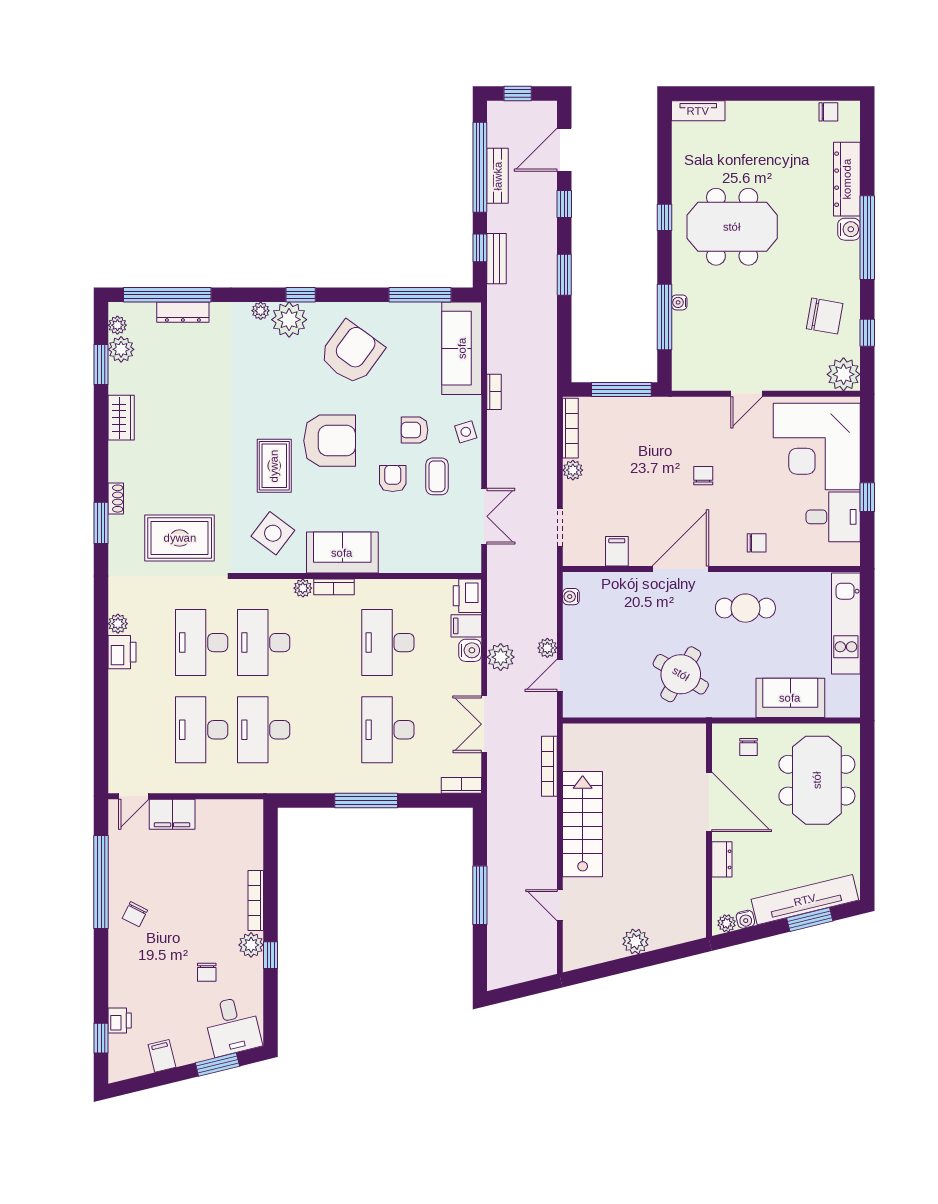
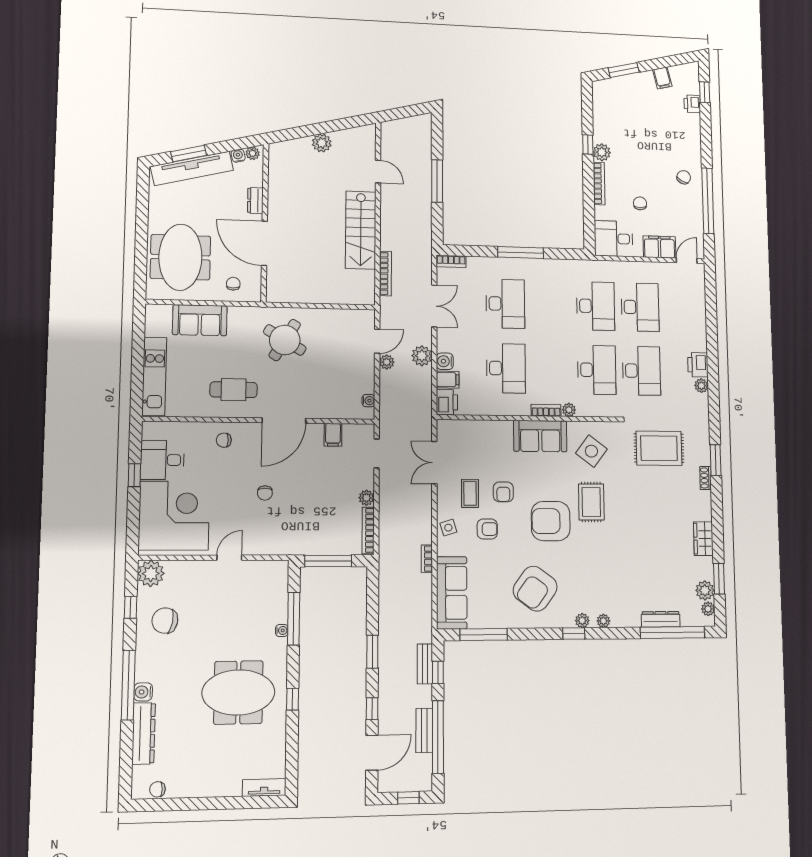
plant: (289, 320) -> (582, 621), width x0.53, depth x0.53
chair: (207, 972) -> (640, 203), moved
desk: (232, 1026) -> (614, 239), moved, turned -76

